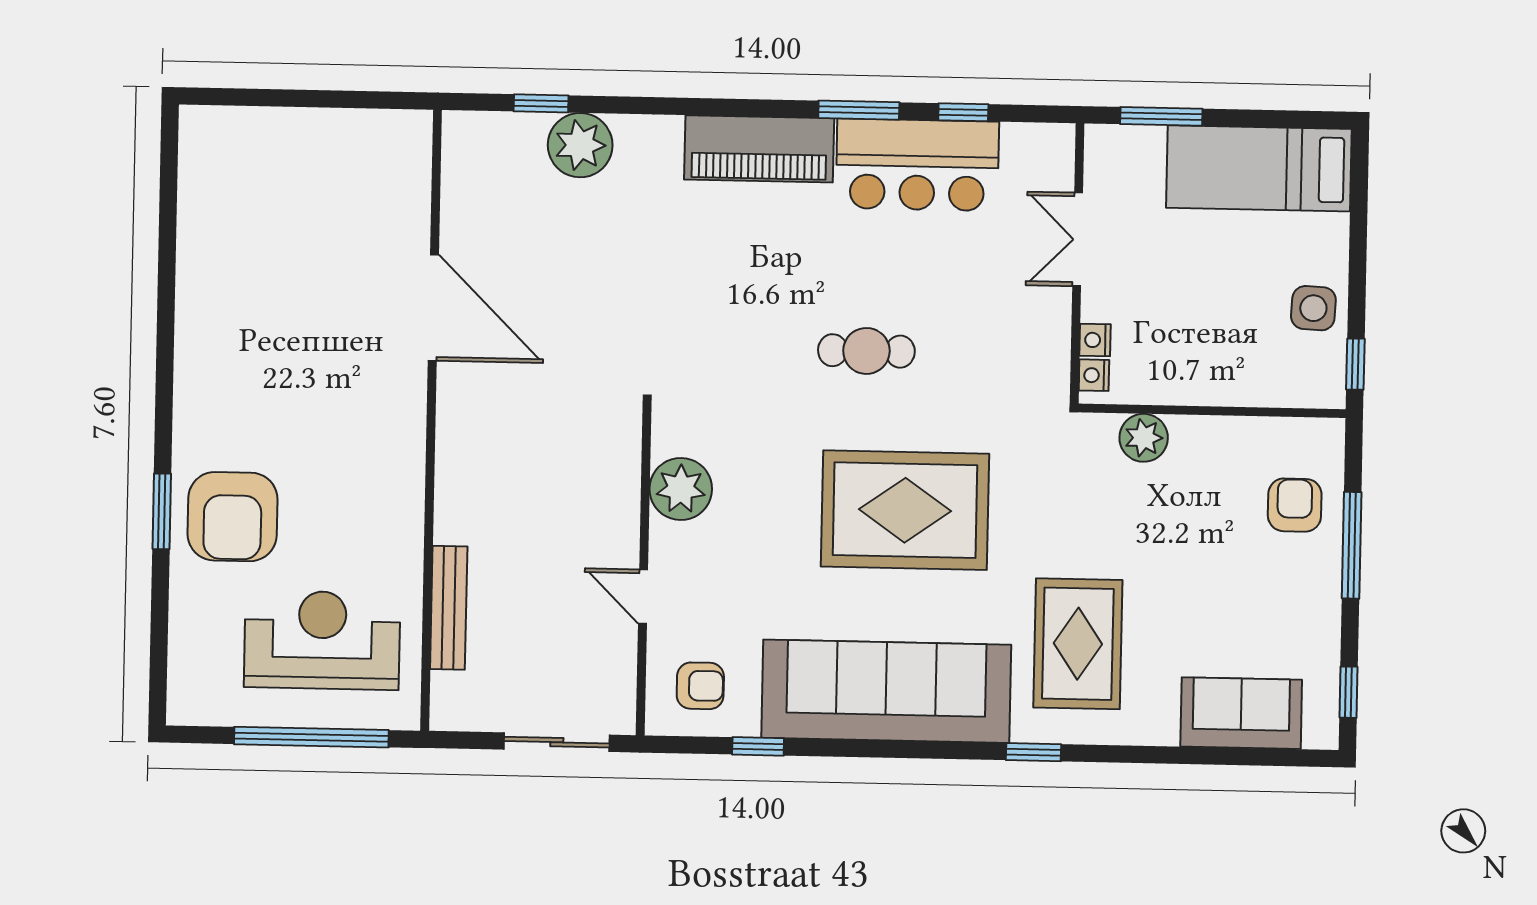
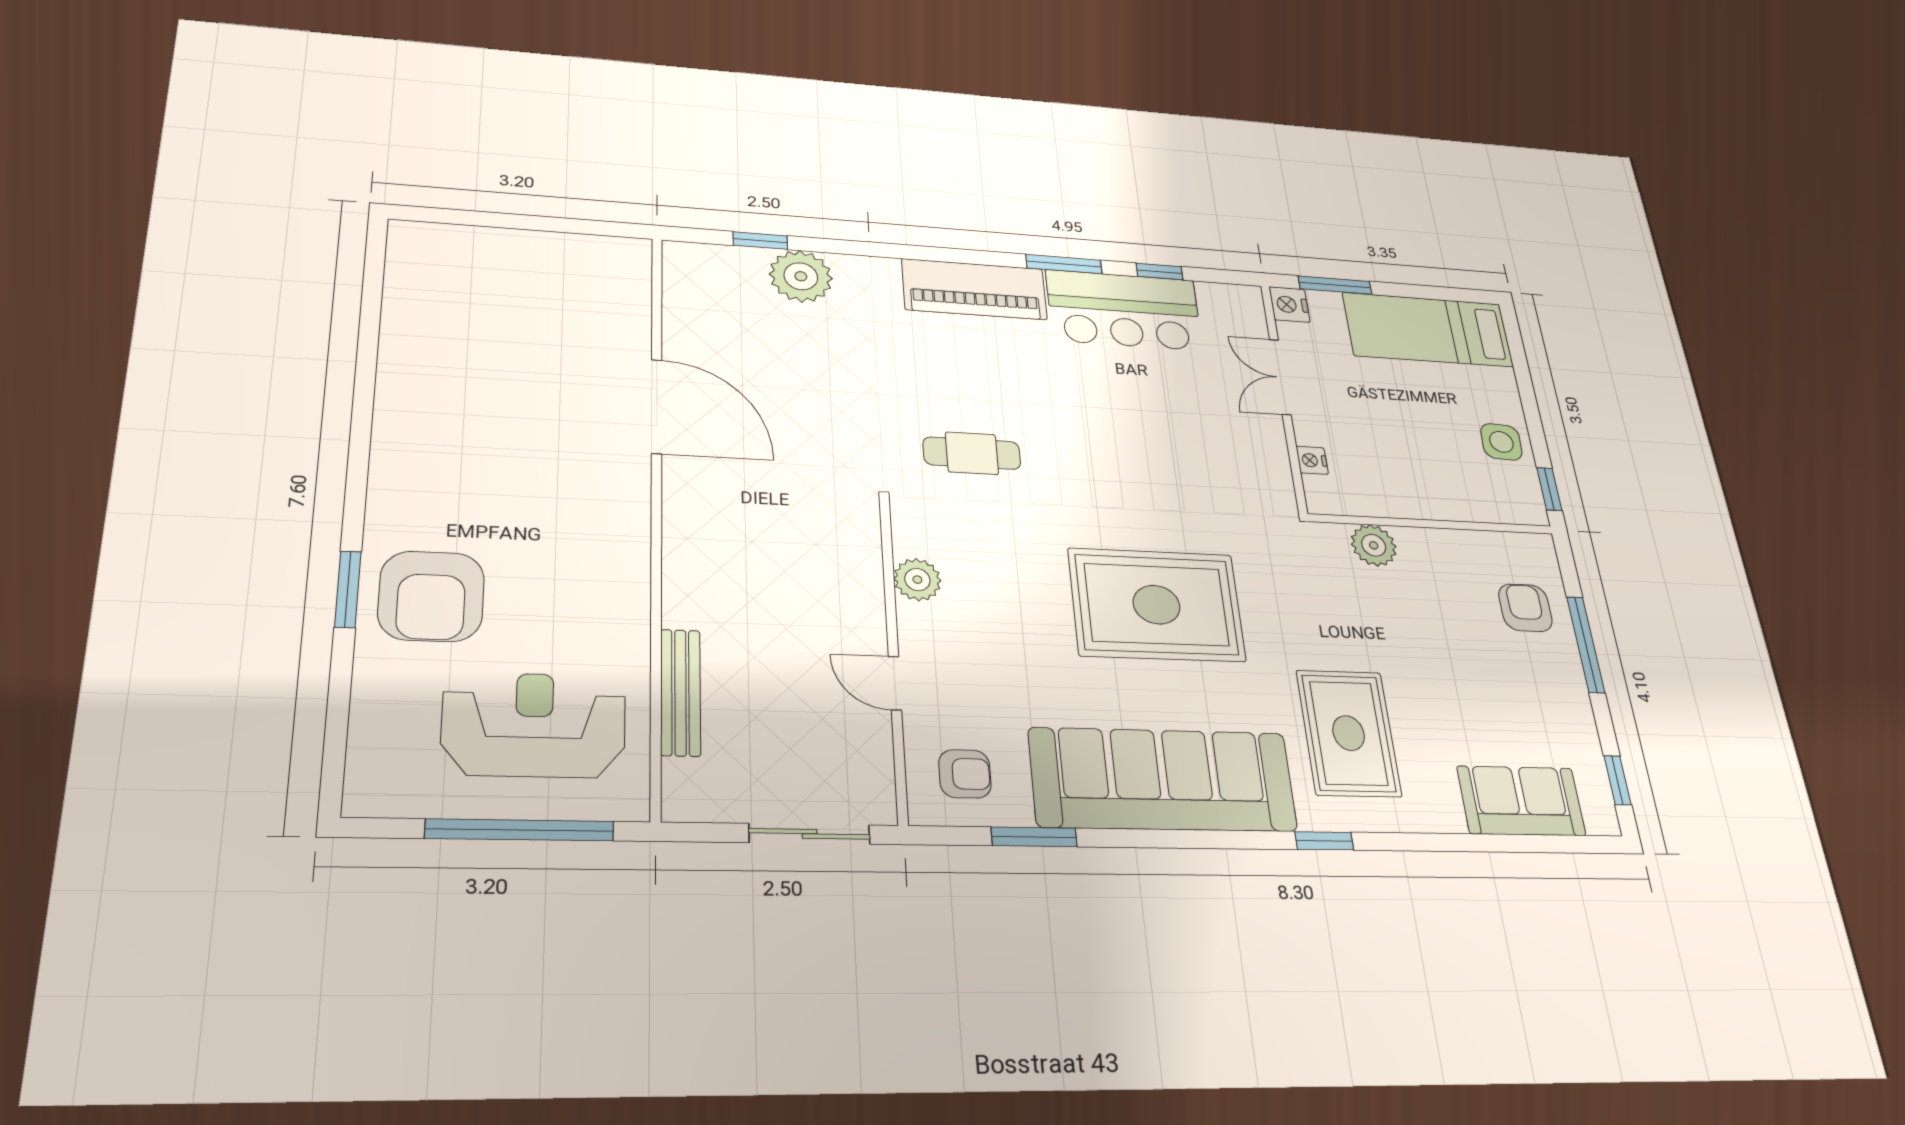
cafe table: (866, 351) -> (972, 453), moved
nightstand: (1094, 375) -> (1289, 305), moved, width x1.39, depth x1.35
plant: (681, 489) -> (917, 580), width x0.73, depth x0.73
window: (758, 746) -> (1034, 837), width x1.50

